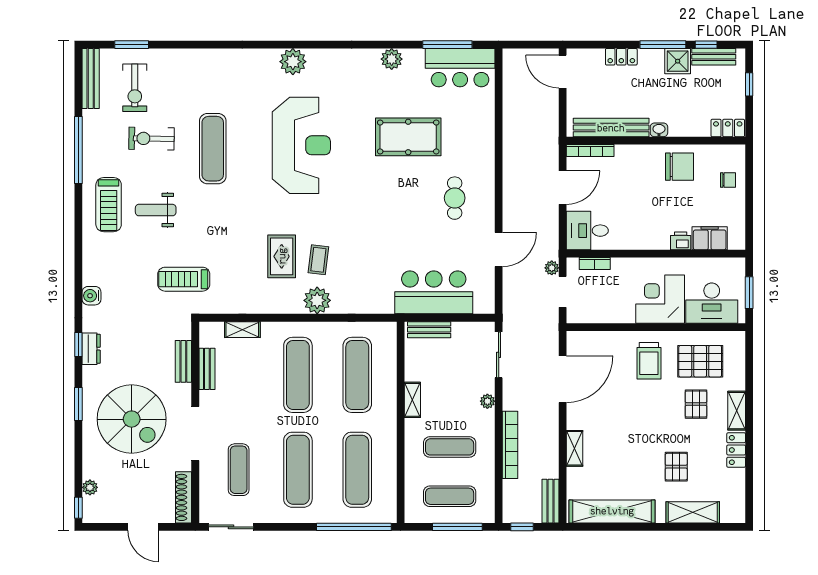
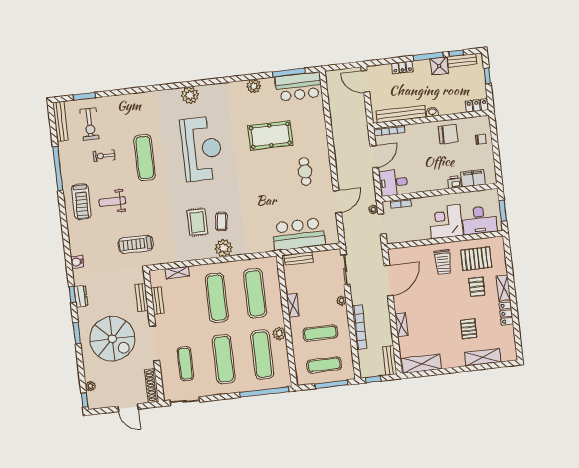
exercise bike: (152, 139) -> (104, 156), width x0.73, depth x0.72
plant: (387, 440) -> (279, 334), added
shelving: (612, 511) -> (422, 364), width x0.68

